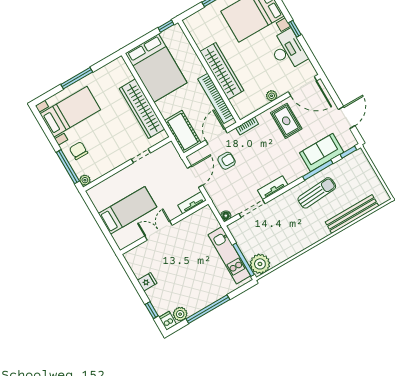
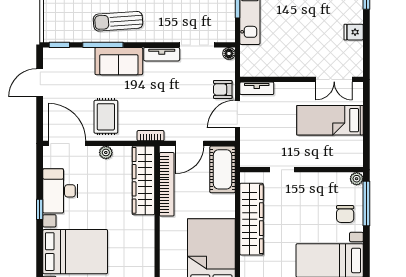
wardrobe: (222, 71) -> (143, 180), moved
sofa: (322, 153) -> (119, 61), moved
armchair: (227, 161) -> (223, 89), moved
double door: (159, 231) -> (334, 79), moved

